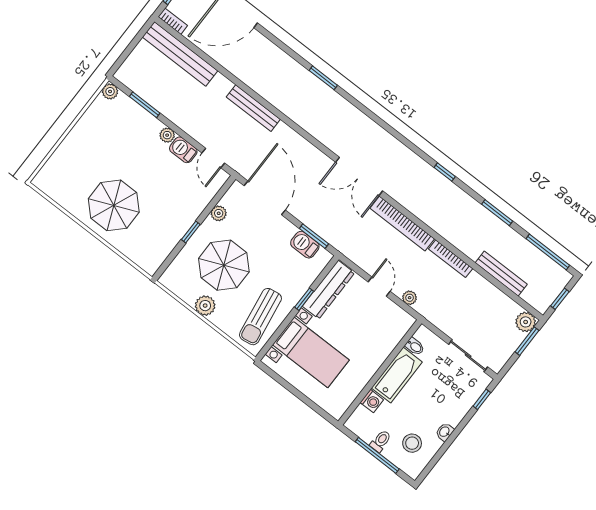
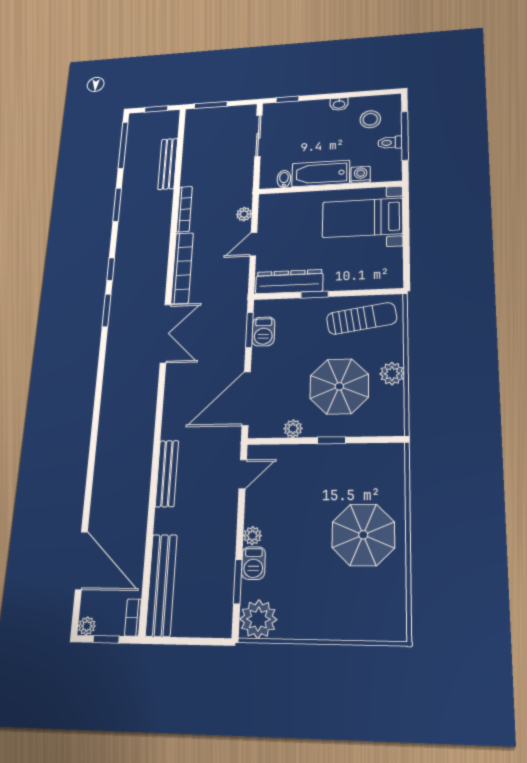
window: (323, 78) -> (107, 310), moved
plant: (110, 91) -> (258, 619), width x1.88, depth x1.88
barbecue: (183, 150) -> (253, 563), moved
plant: (526, 322) -> (195, 118), removed
bed with nightstands: (311, 352) -> (362, 218), moved, turned -90

